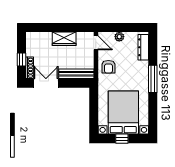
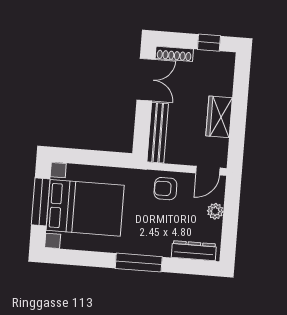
window: (21, 59) -> (209, 43), moved
window: (122, 139) -> (41, 202), width x2.17

